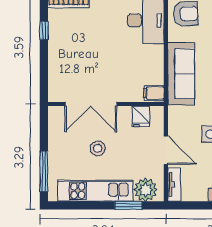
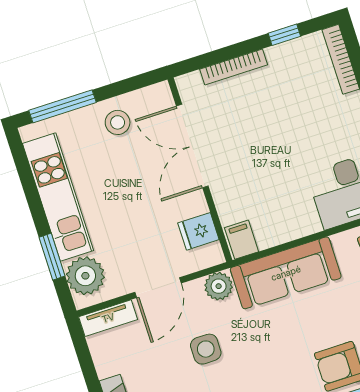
bookcase: (53, 66) -> (234, 67), added
plant: (176, 115) -> (219, 286), added
stool: (98, 148) -> (118, 122), moved

